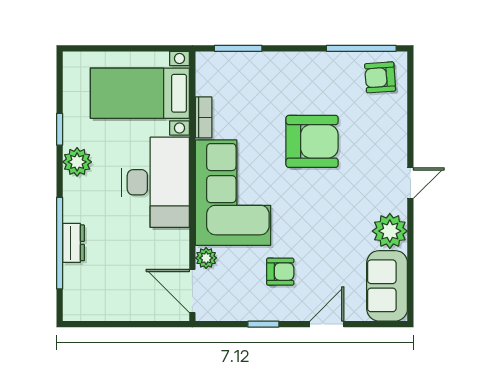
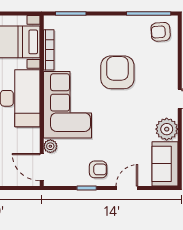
bookcase: (204, 117) -> (49, 50), width x1.56
armchair: (312, 141) -> (117, 72), turned -90
armchair: (280, 272) -> (98, 169), moved

